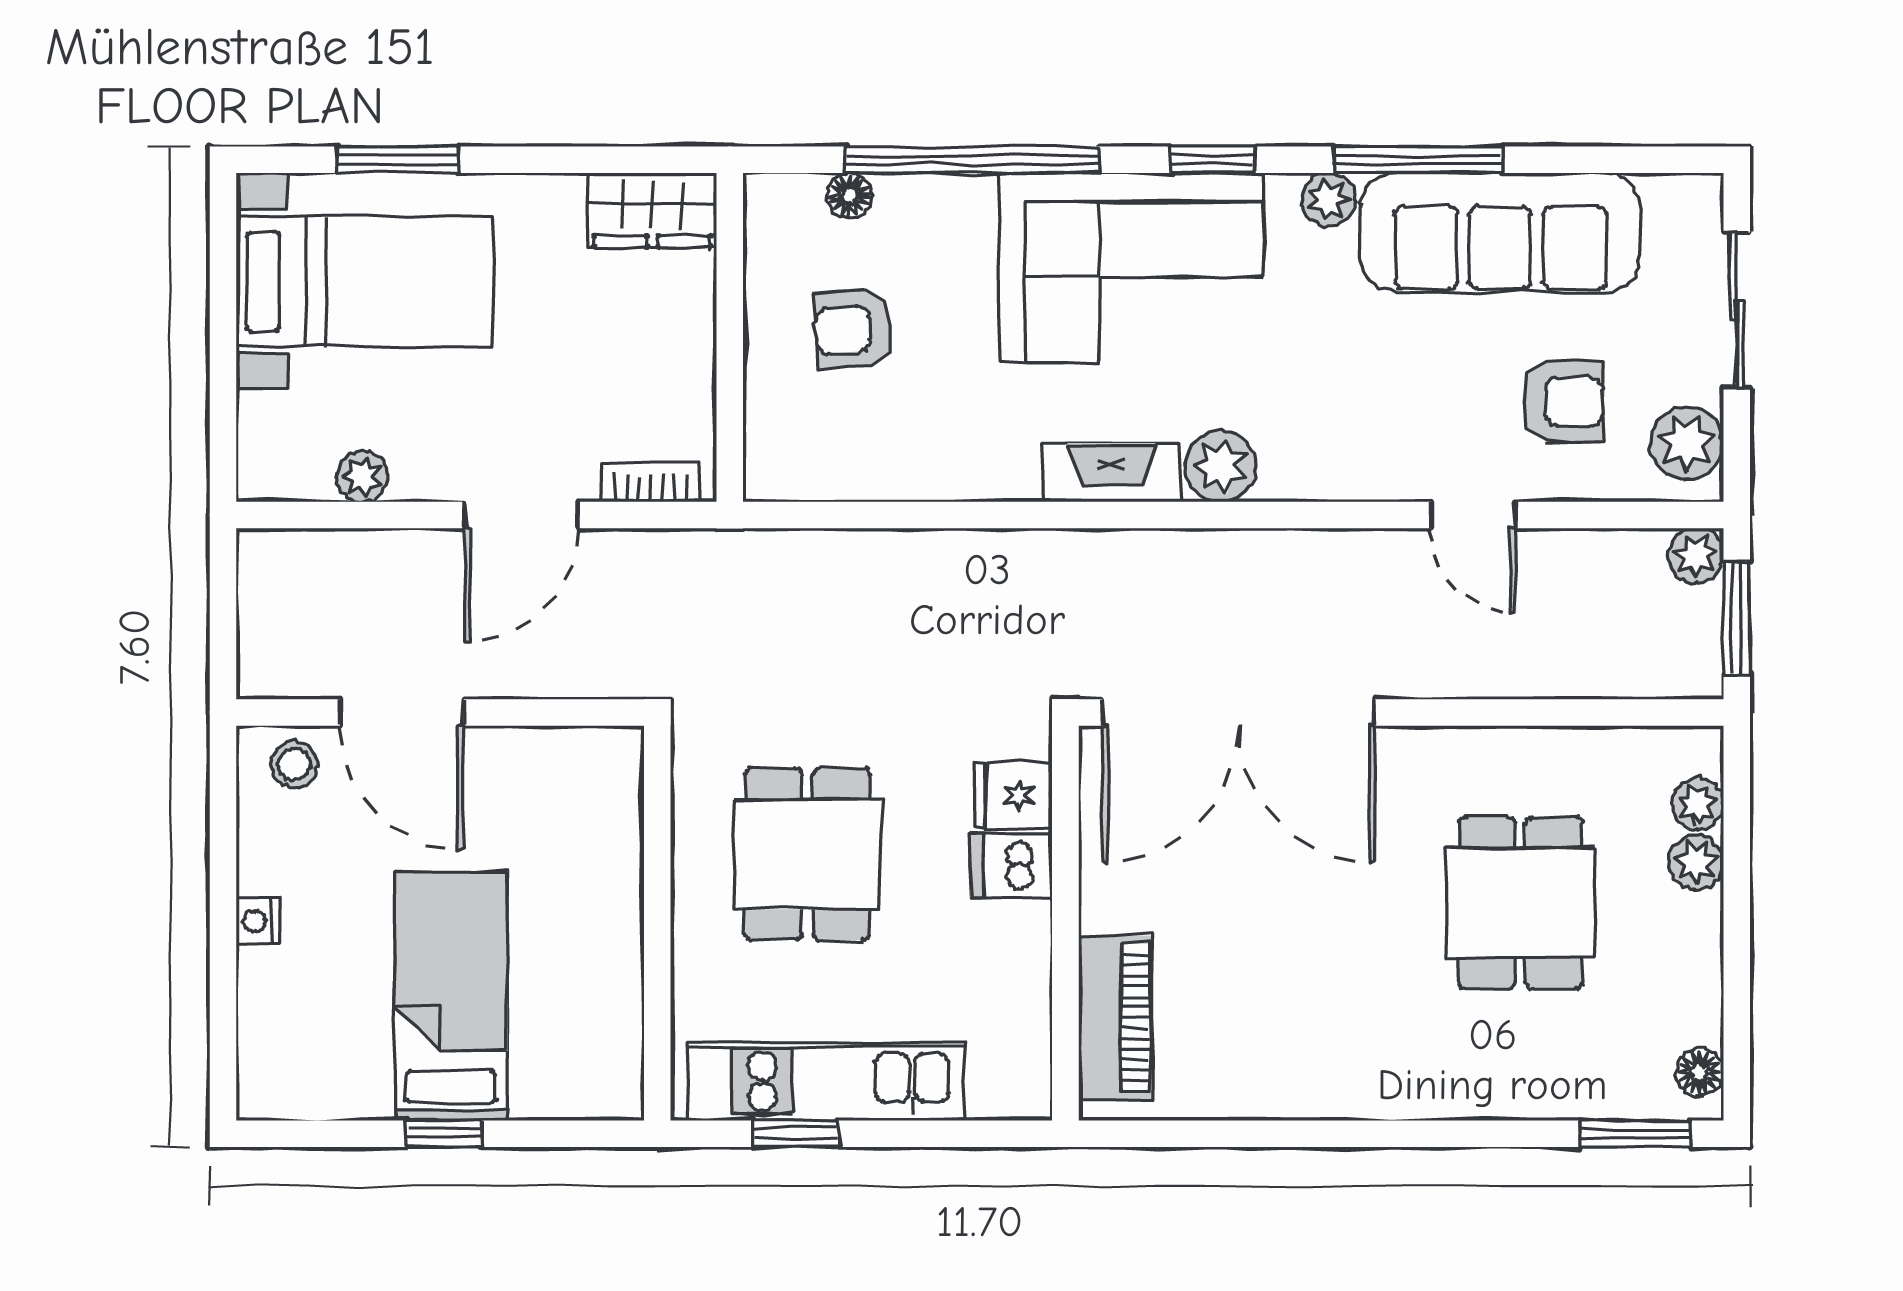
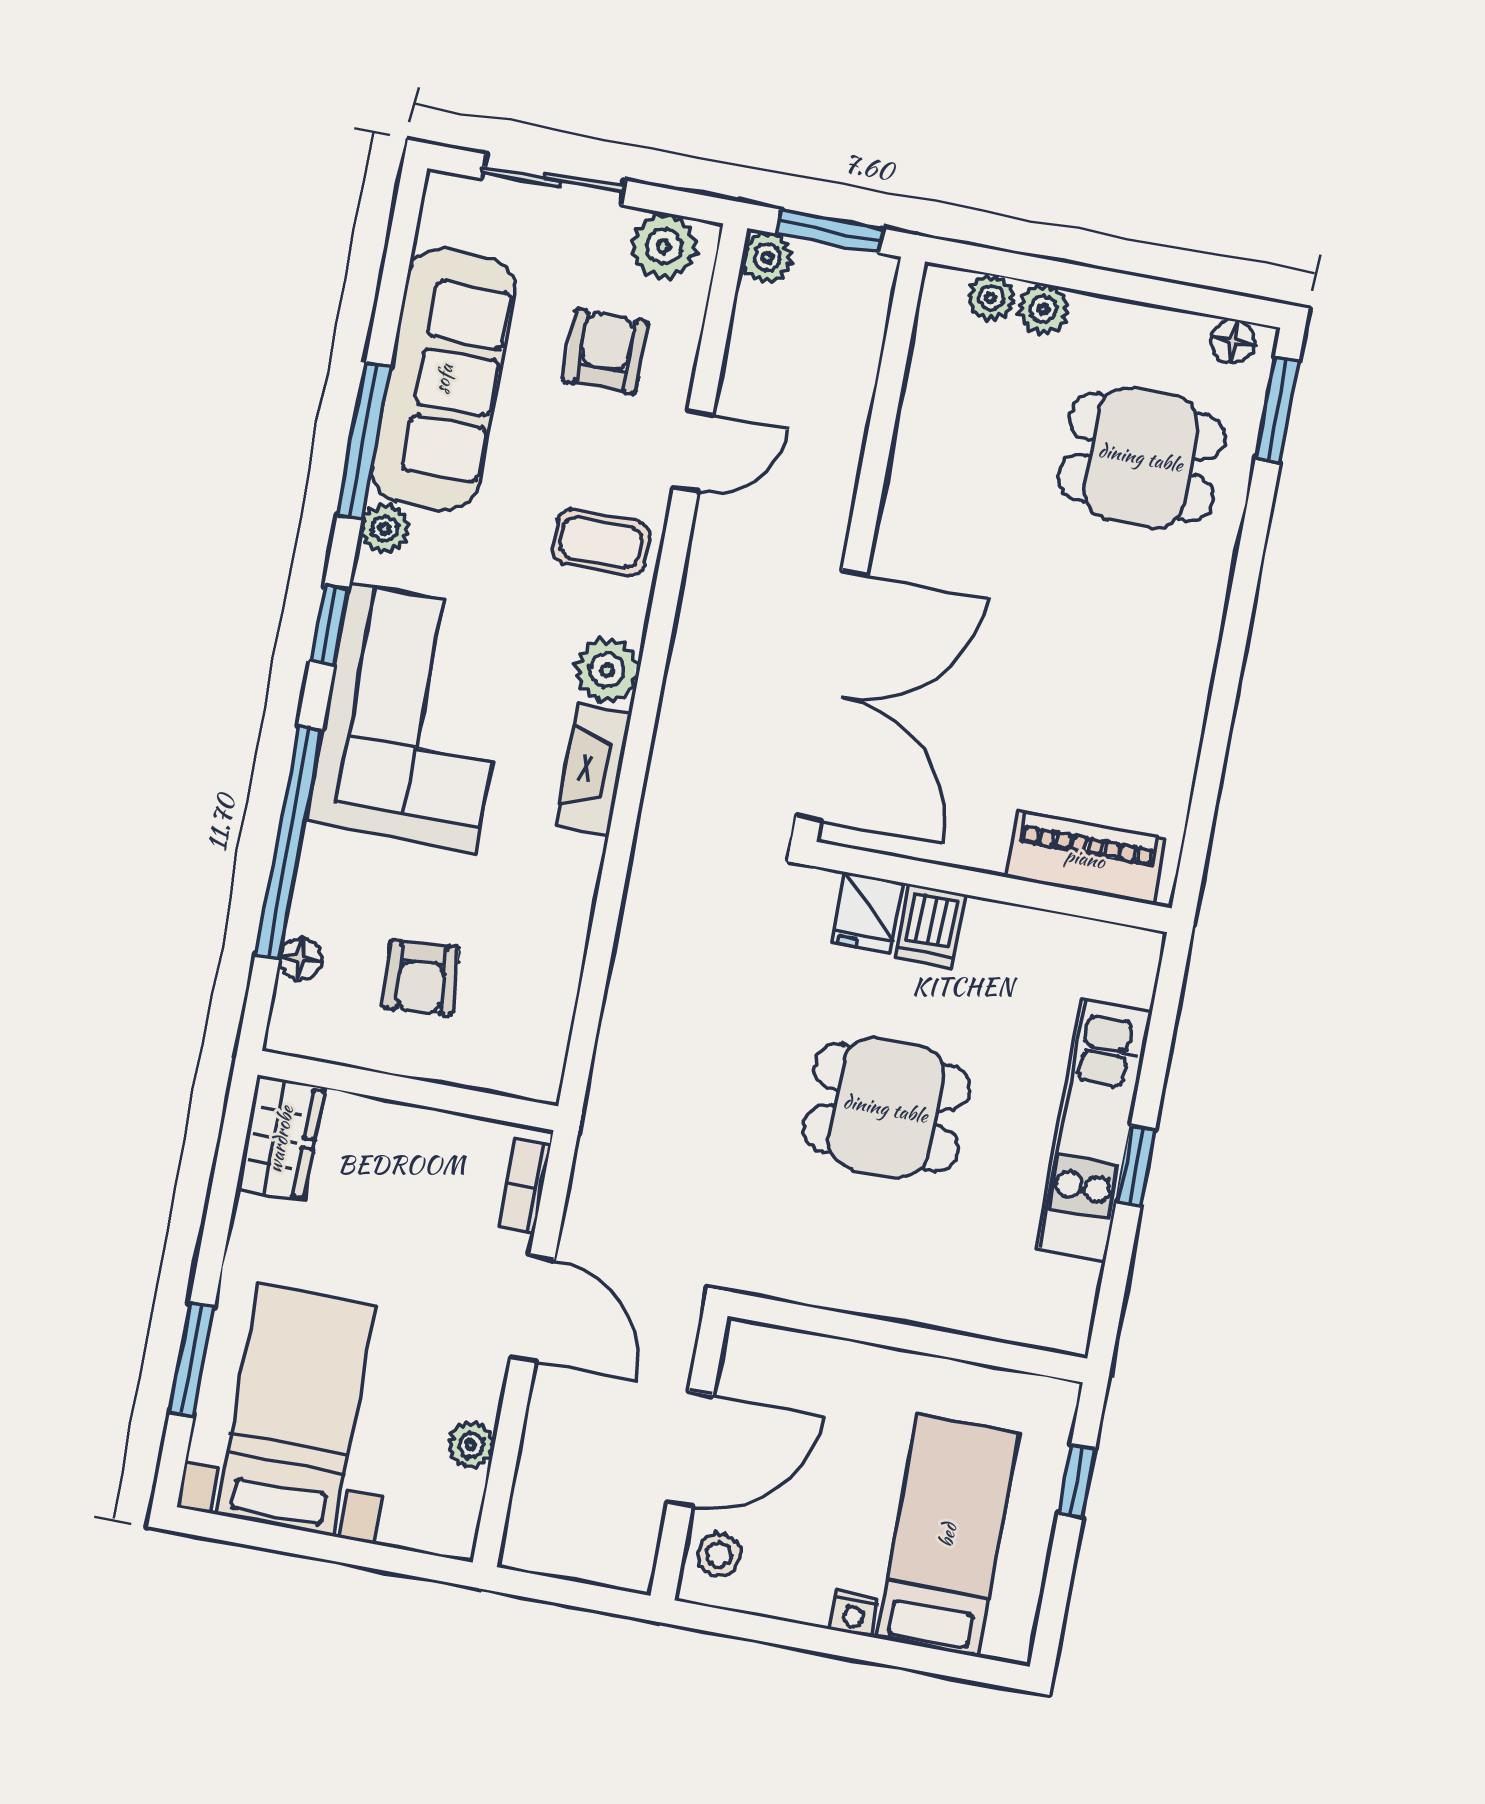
coffee table: (1357, 434) -> (601, 542), added
dining table: (1520, 903) -> (1141, 457), moved
wall: (657, 923) -> (907, 1337), moved
bed: (451, 996) -> (947, 1535), moved, turned 90

